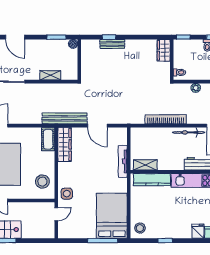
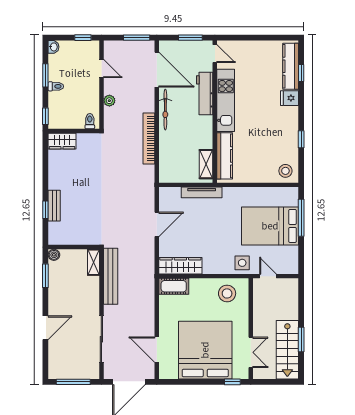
shelving: (50, 75) -> (93, 262), moved
bench: (65, 118) -> (111, 276), moved
bed: (112, 216) -> (270, 226), moved

